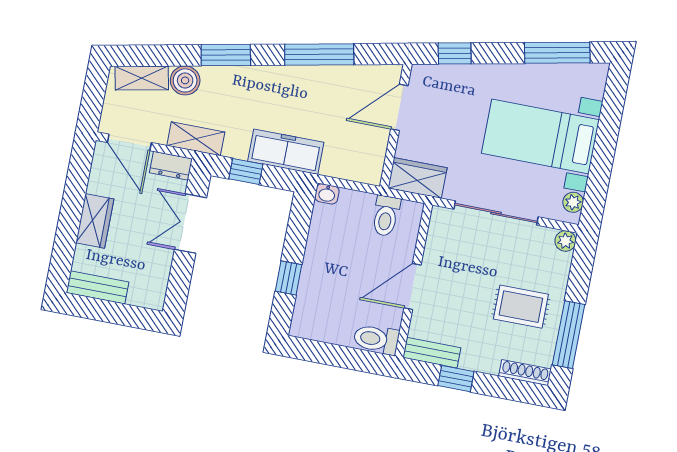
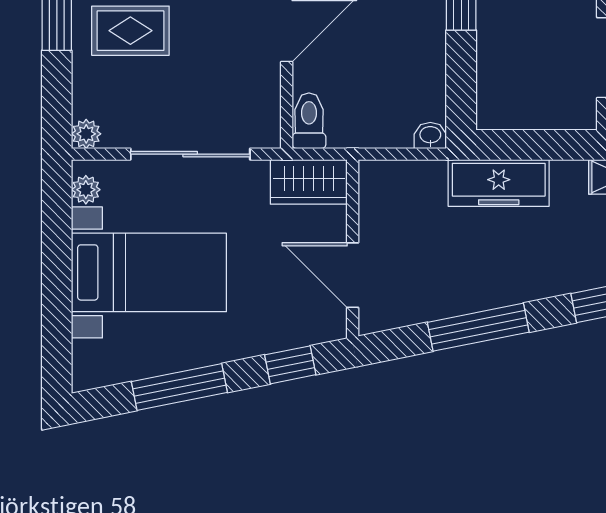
window: (557, 53) -> (179, 387), moved
door: (399, 107) -> (353, 275), swing flipped
window: (246, 172) -> (549, 145), removed
toilet: (386, 216) -> (309, 121), moved

